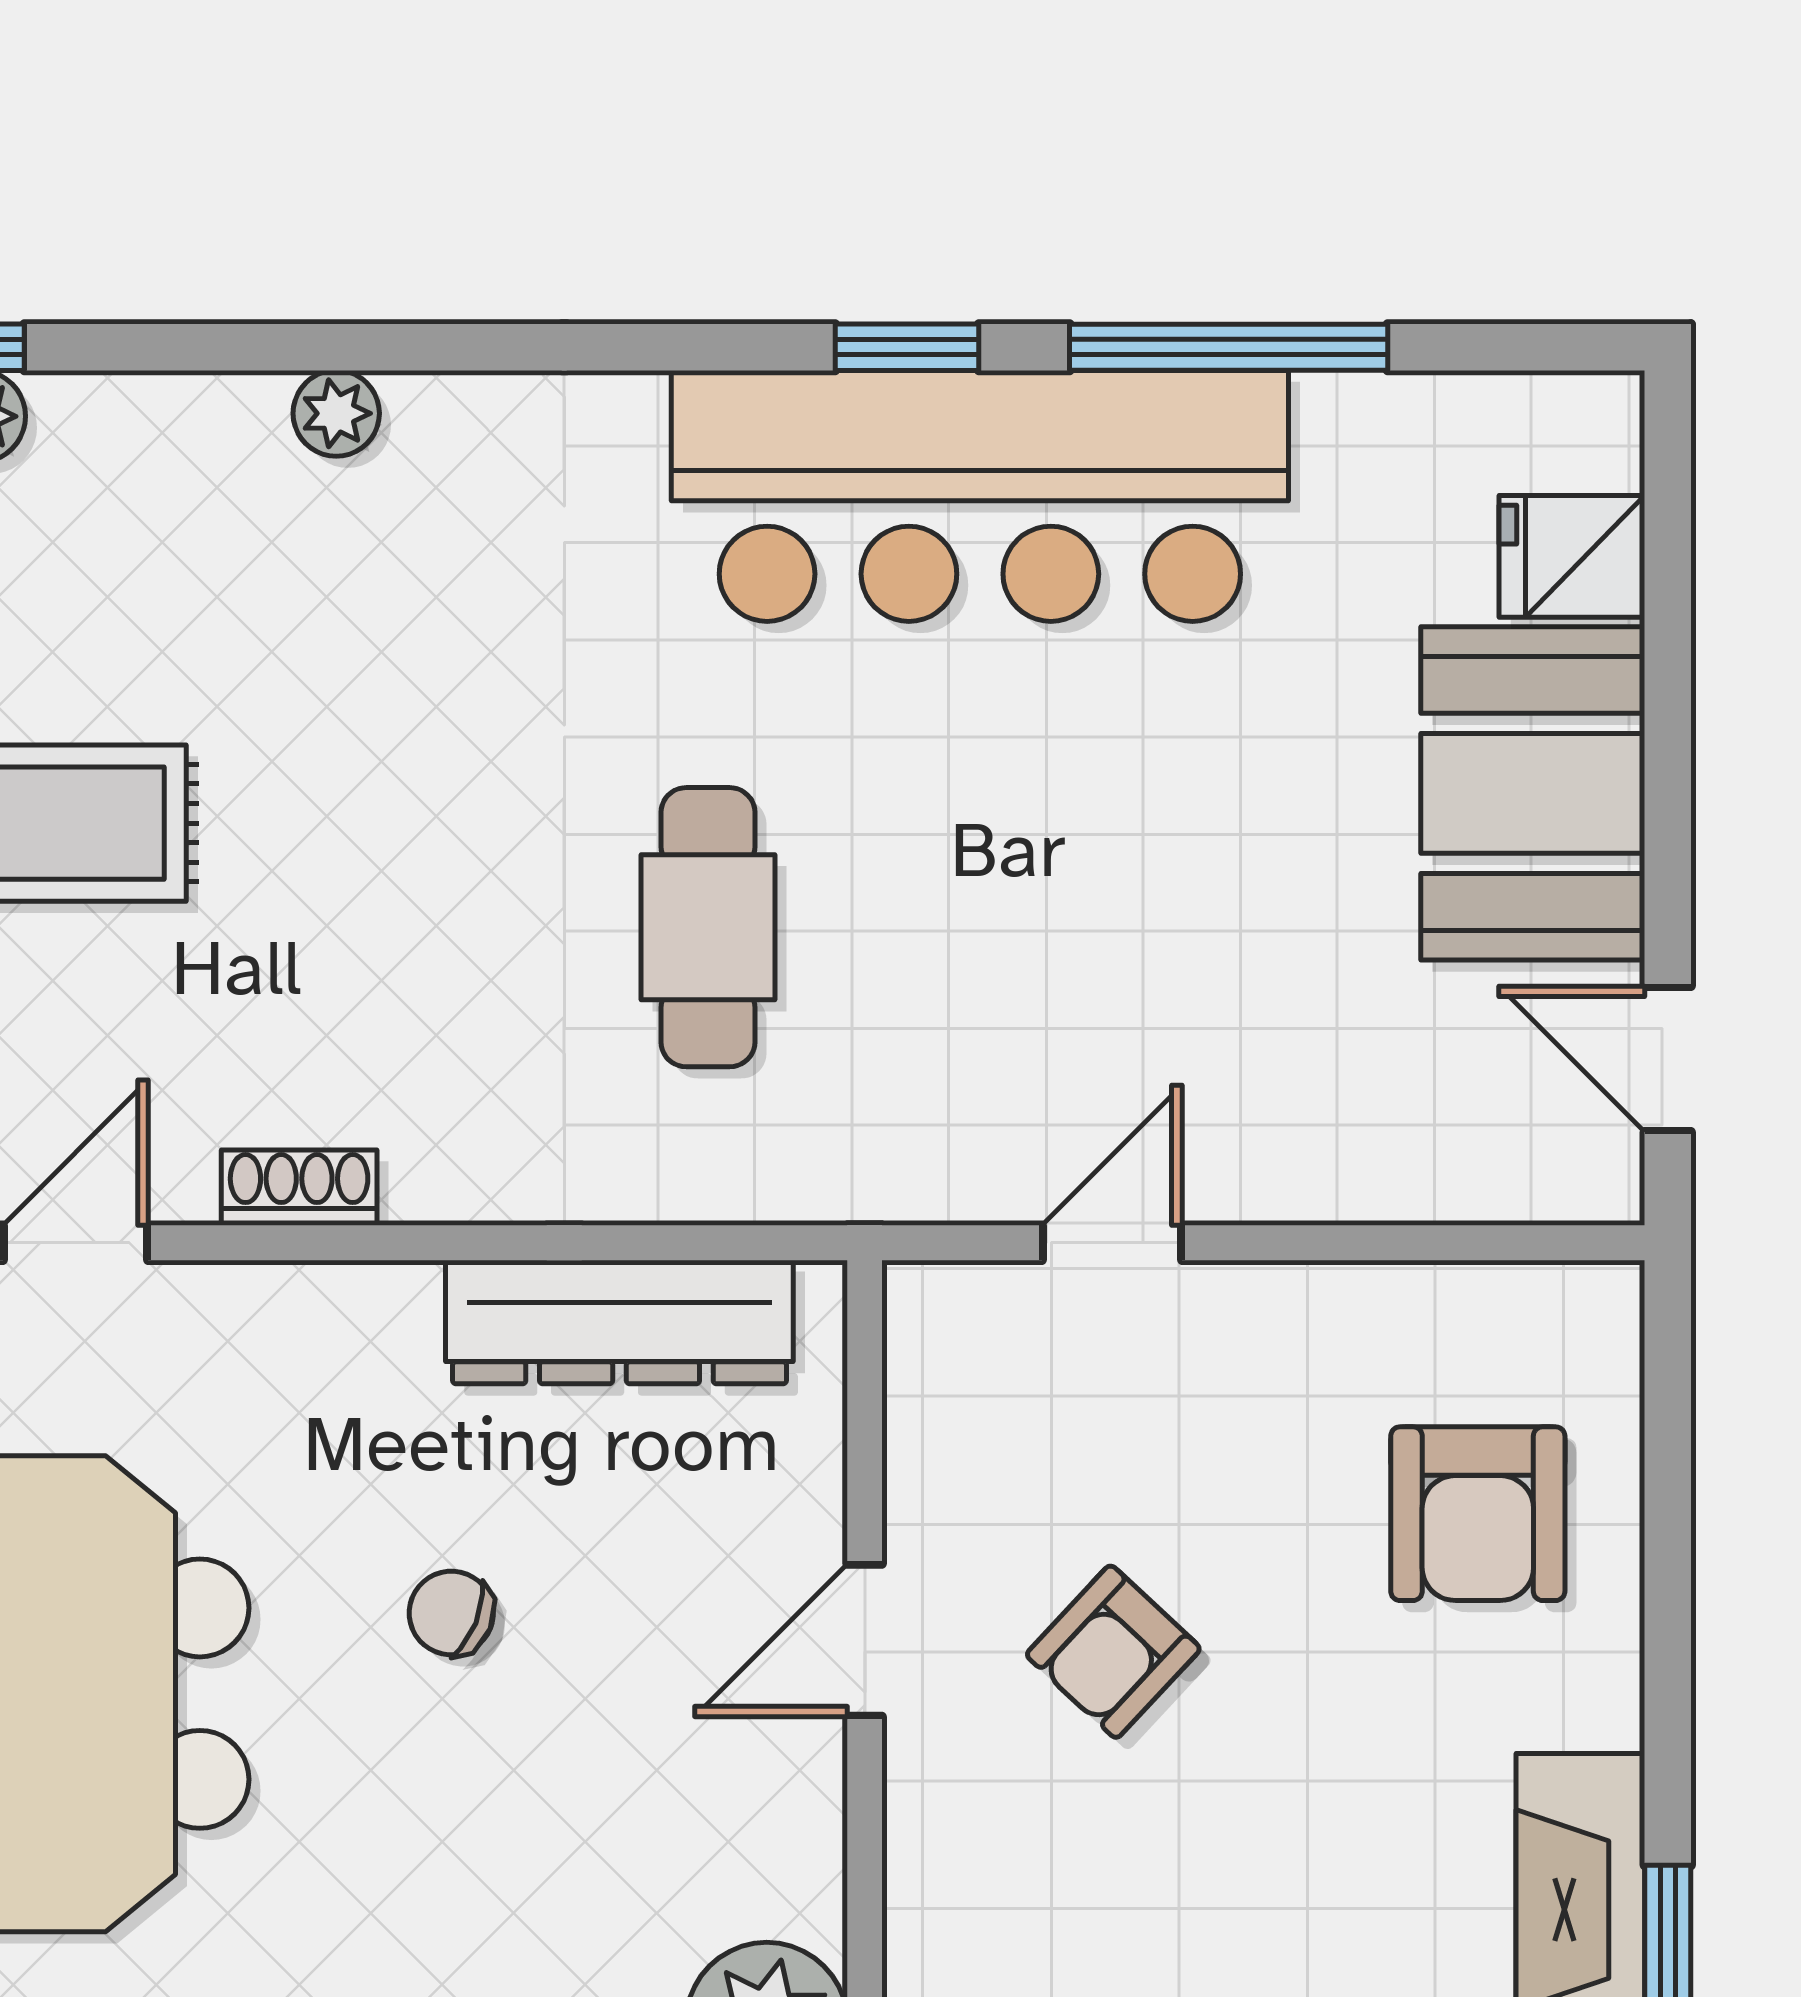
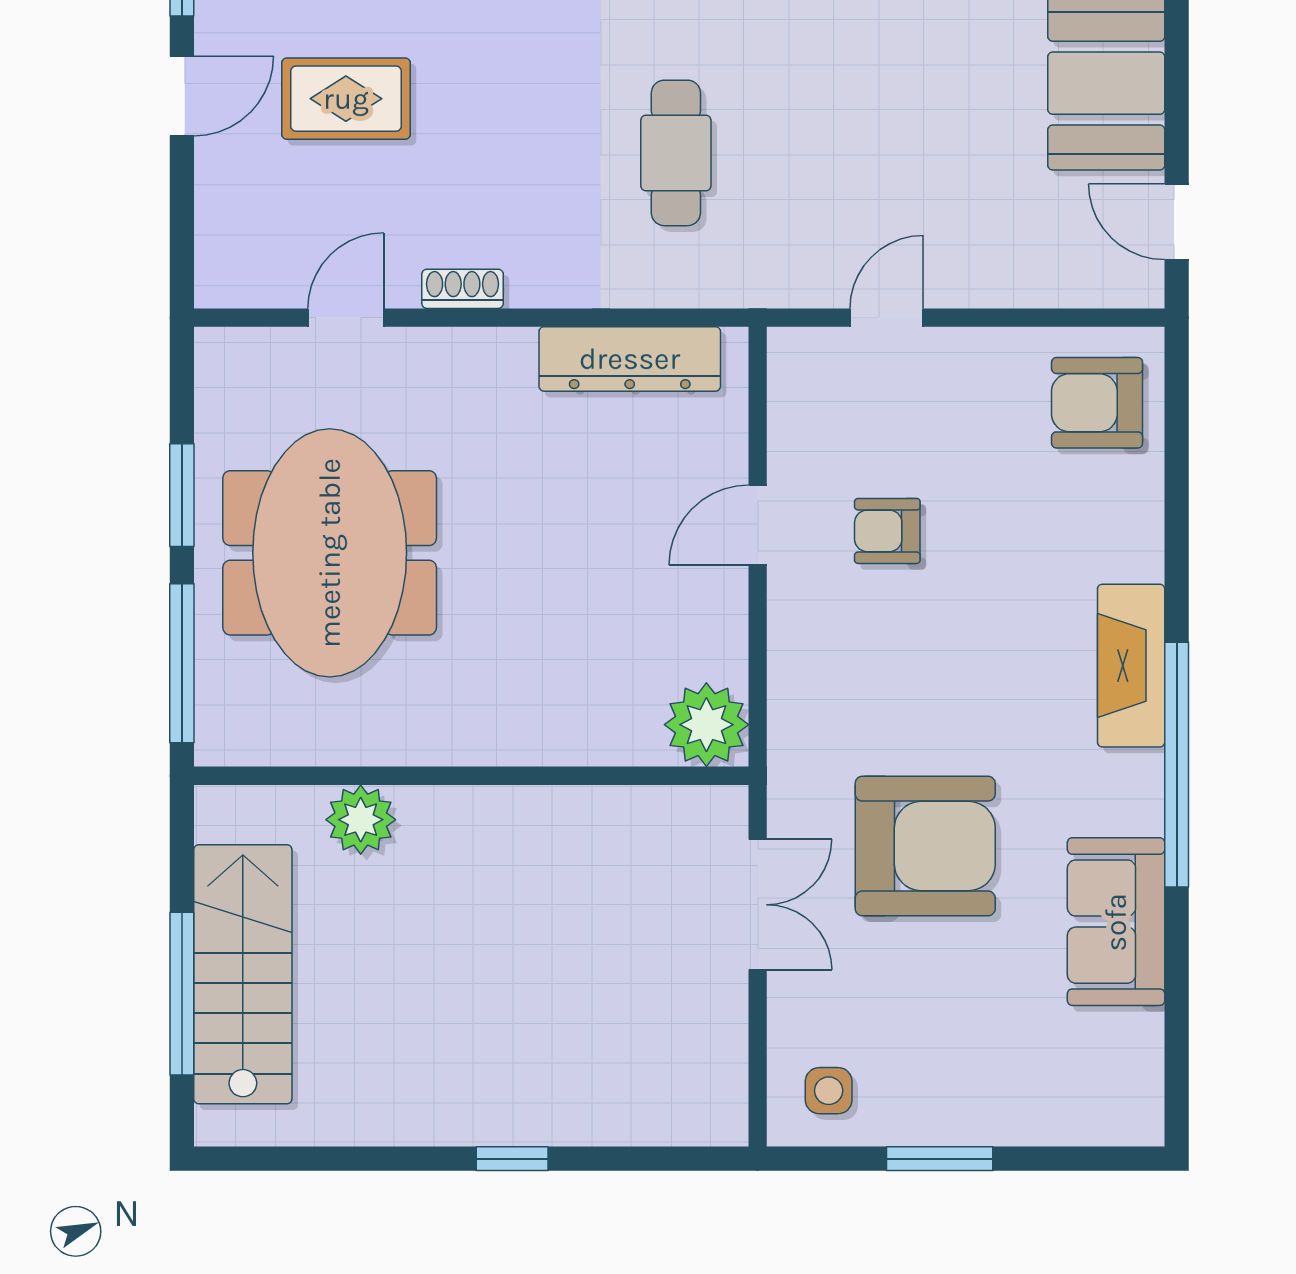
armchair: (1478, 1514) -> (1097, 403), moved, turned 90
chair: (451, 1613) -> (542, 511), removed
armchair: (1113, 1652) -> (887, 531), turned 47

